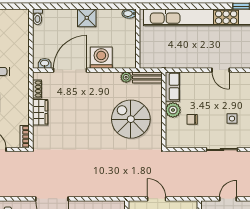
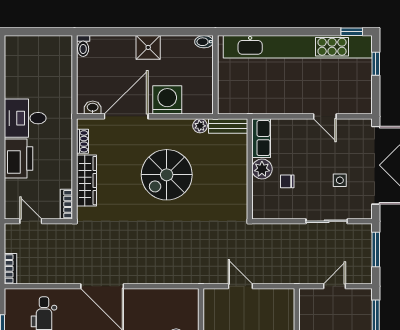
wardrobe: (40, 112) -> (87, 181), width x1.50
spiral stairs: (131, 119) -> (167, 175), moved, turned -90

